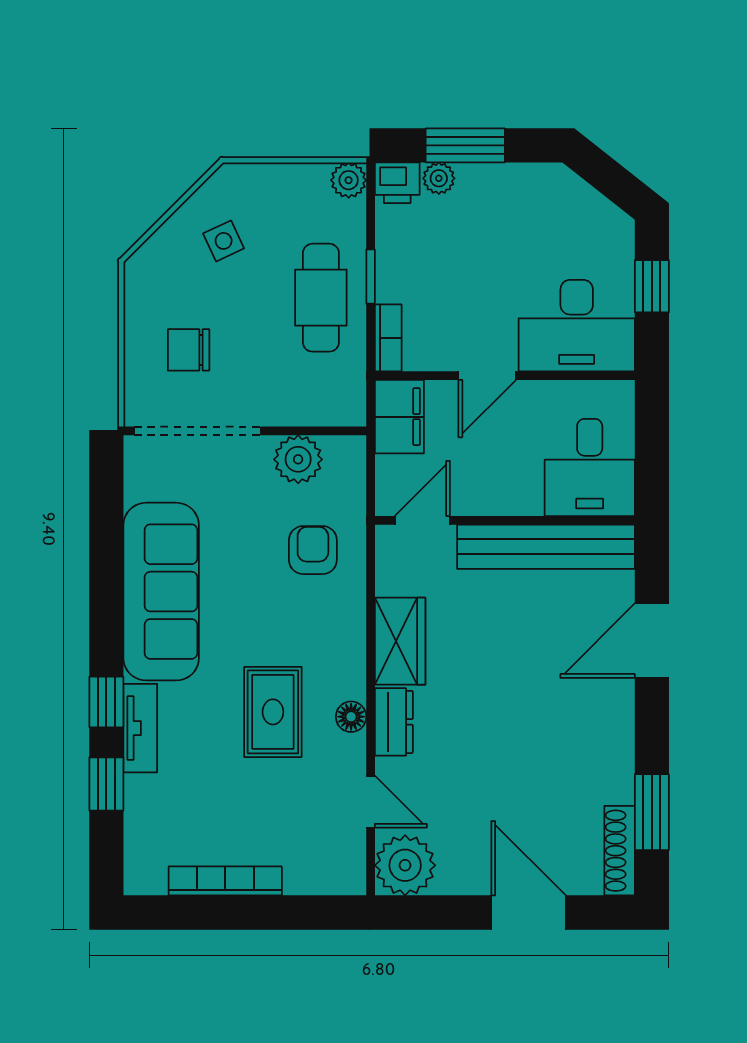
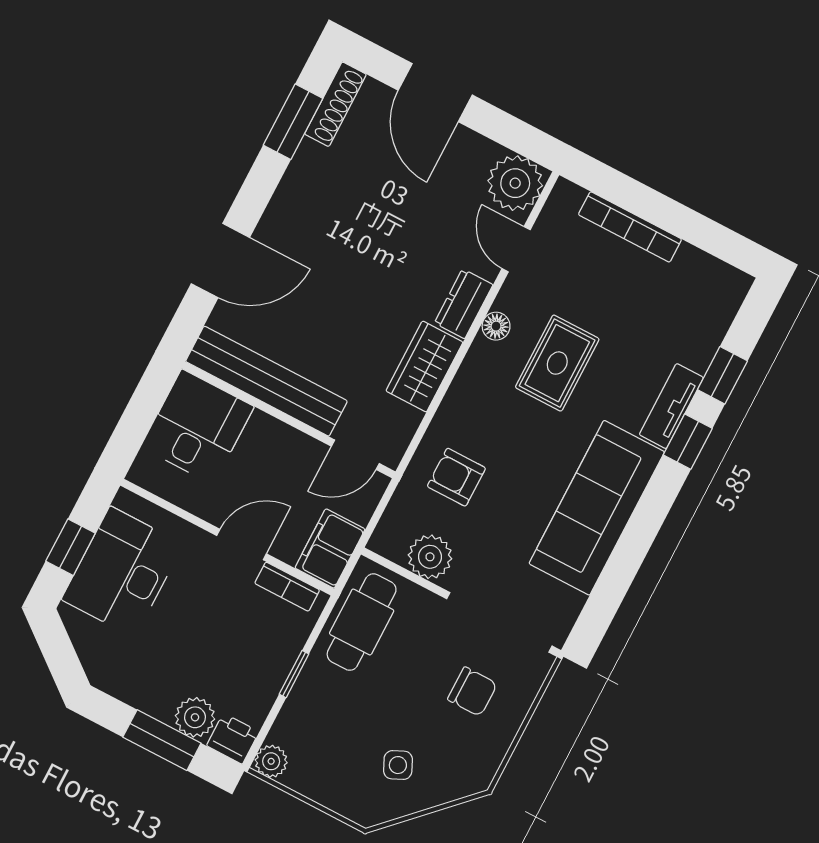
plant: (439, 178) -> (195, 717), width x1.38, depth x1.38
cafe table: (321, 298) -> (362, 622), moved
desk: (577, 326) -> (122, 572), moved, turned -90
bookcase: (388, 338) -> (287, 587), moved, turned -90
armchair: (313, 550) -> (456, 477), turned 90
bookcase: (225, 881) -> (630, 227), moved

